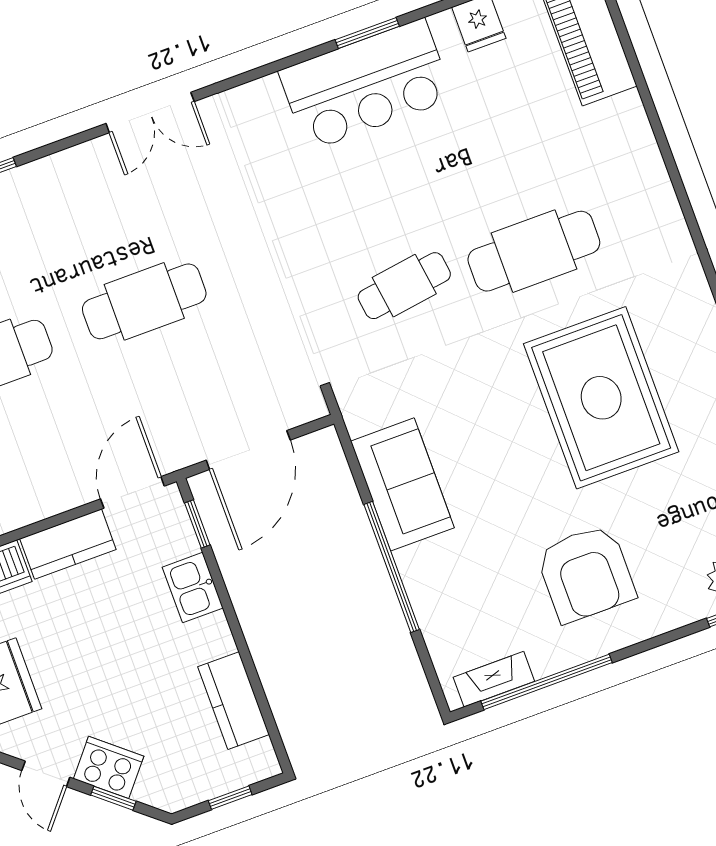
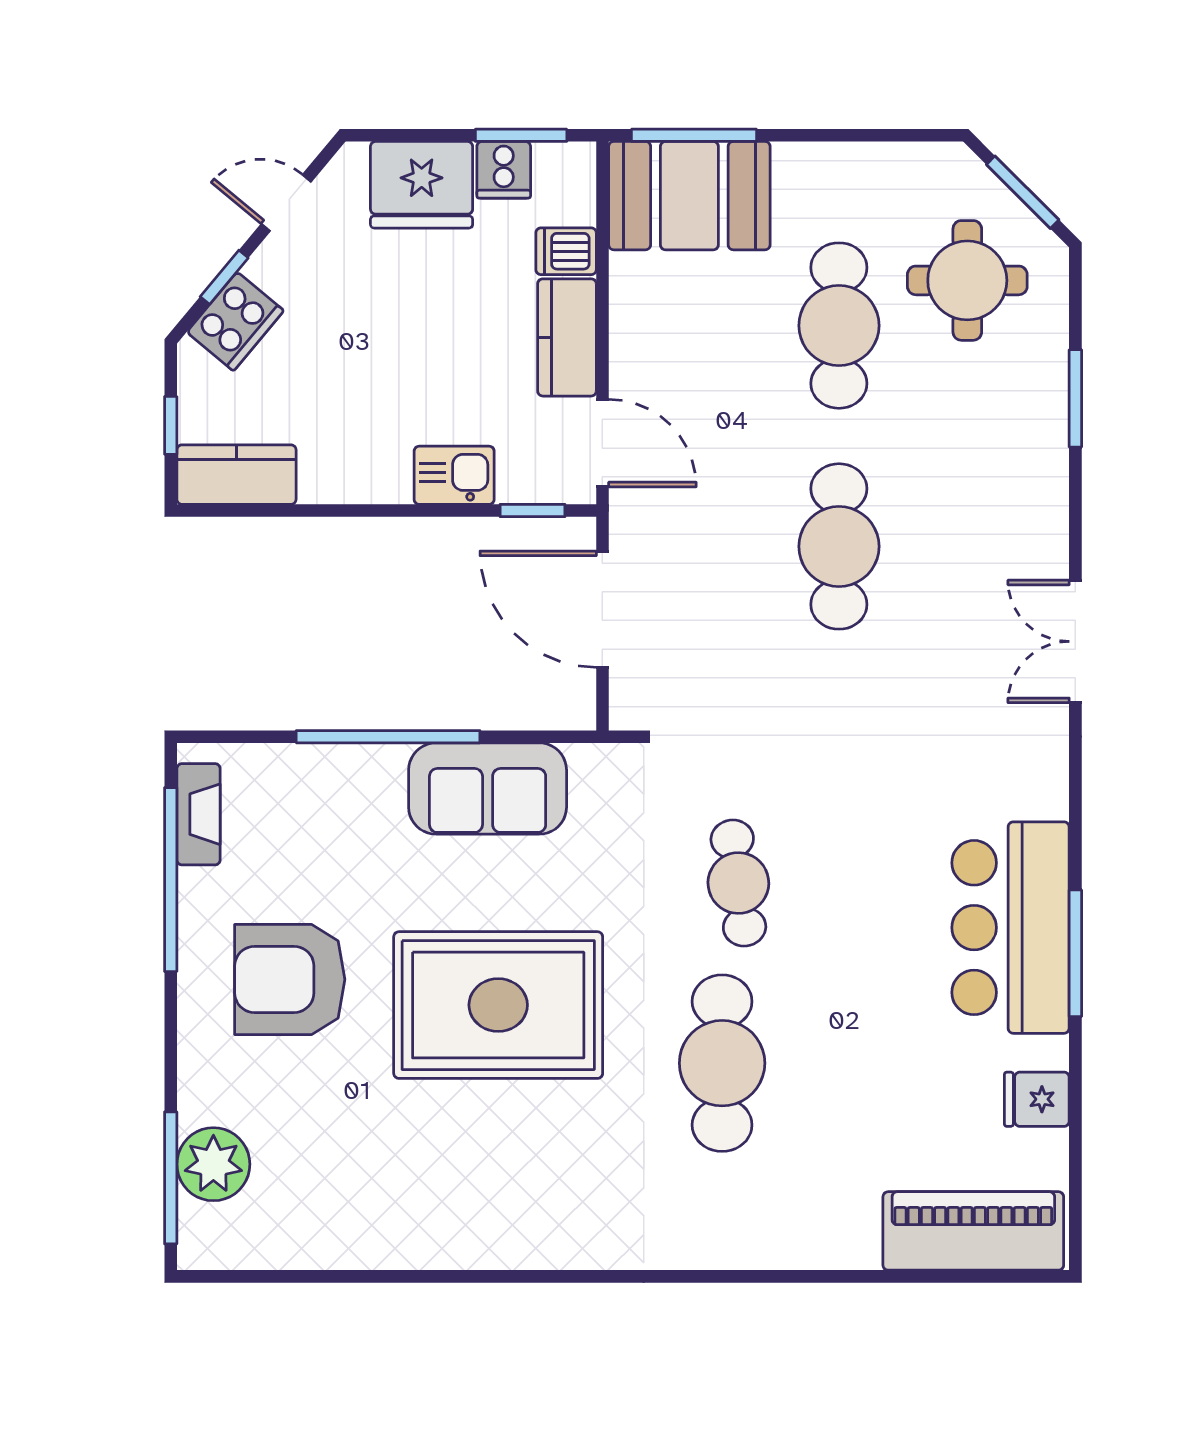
window: (367, 33) -> (1075, 953), width x1.44
rug: (601, 398) -> (498, 1005), moved
kitchen counter: (234, 701) -> (236, 475), moved
cooker: (109, 767) -> (235, 321), moved

